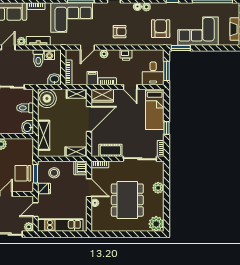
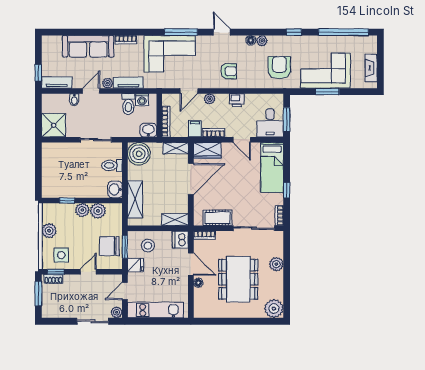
window: (181, 48) -> (327, 92), moved
plant: (14, 145) -> (98, 211), added

